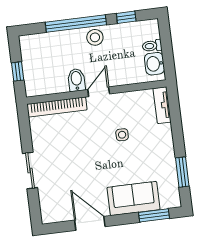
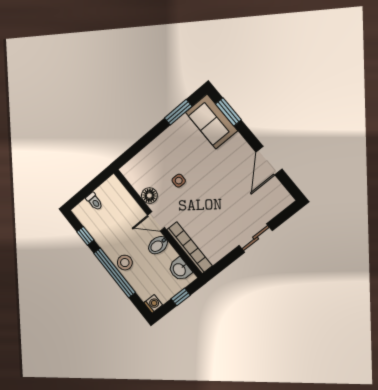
stool: (95, 37) -> (125, 263), moved
washing machine: (26, 42) -> (153, 304), added
washbasin: (154, 64) -> (180, 269), moved, turned 90
floor lamp: (126, 100) -> (149, 196), added
tv unit: (162, 105) -> (135, 164), removed
sofa: (133, 198) -> (211, 121), moved

